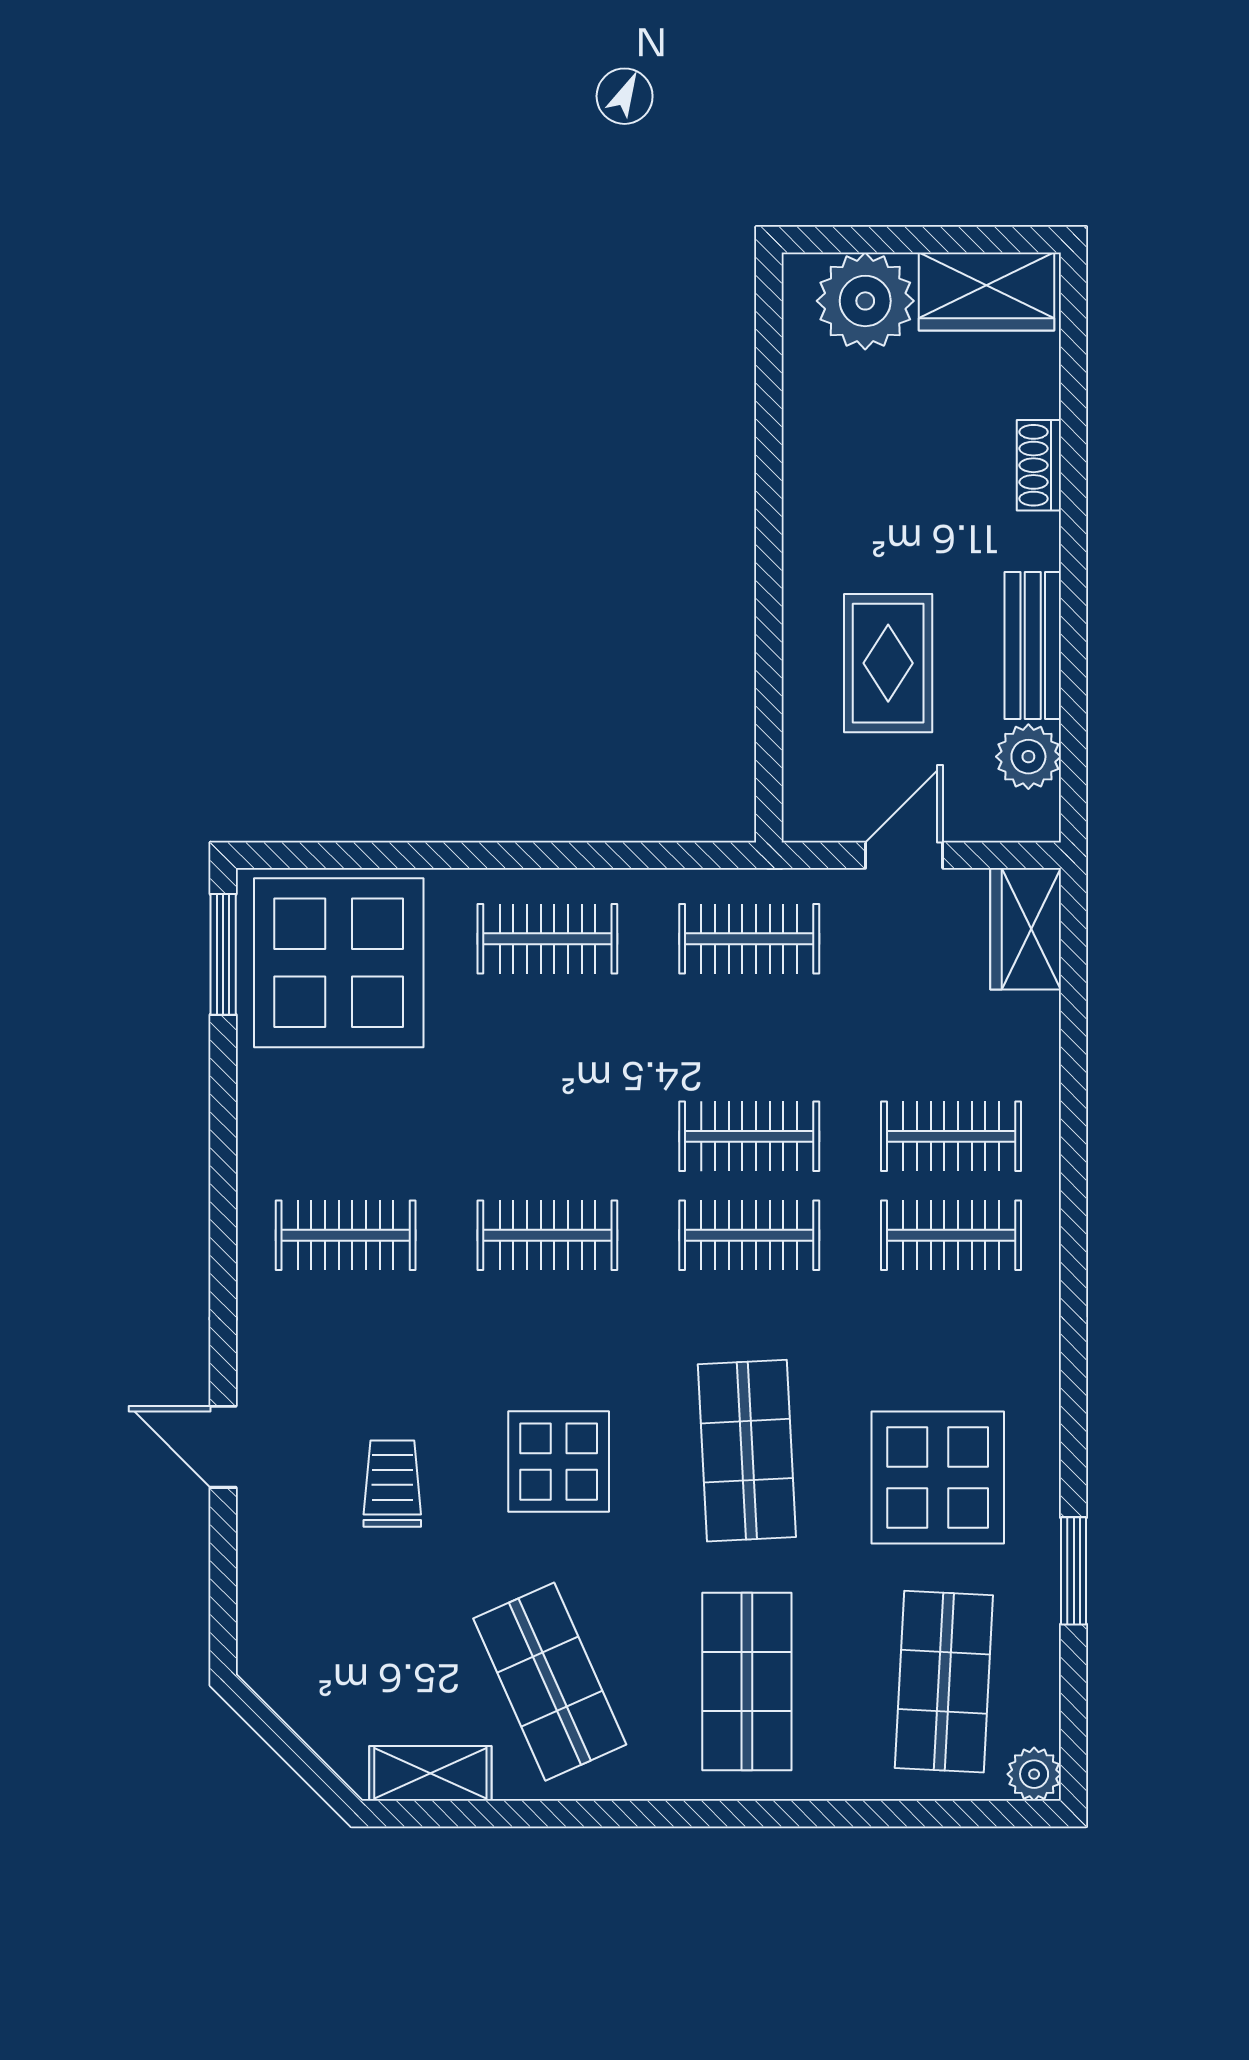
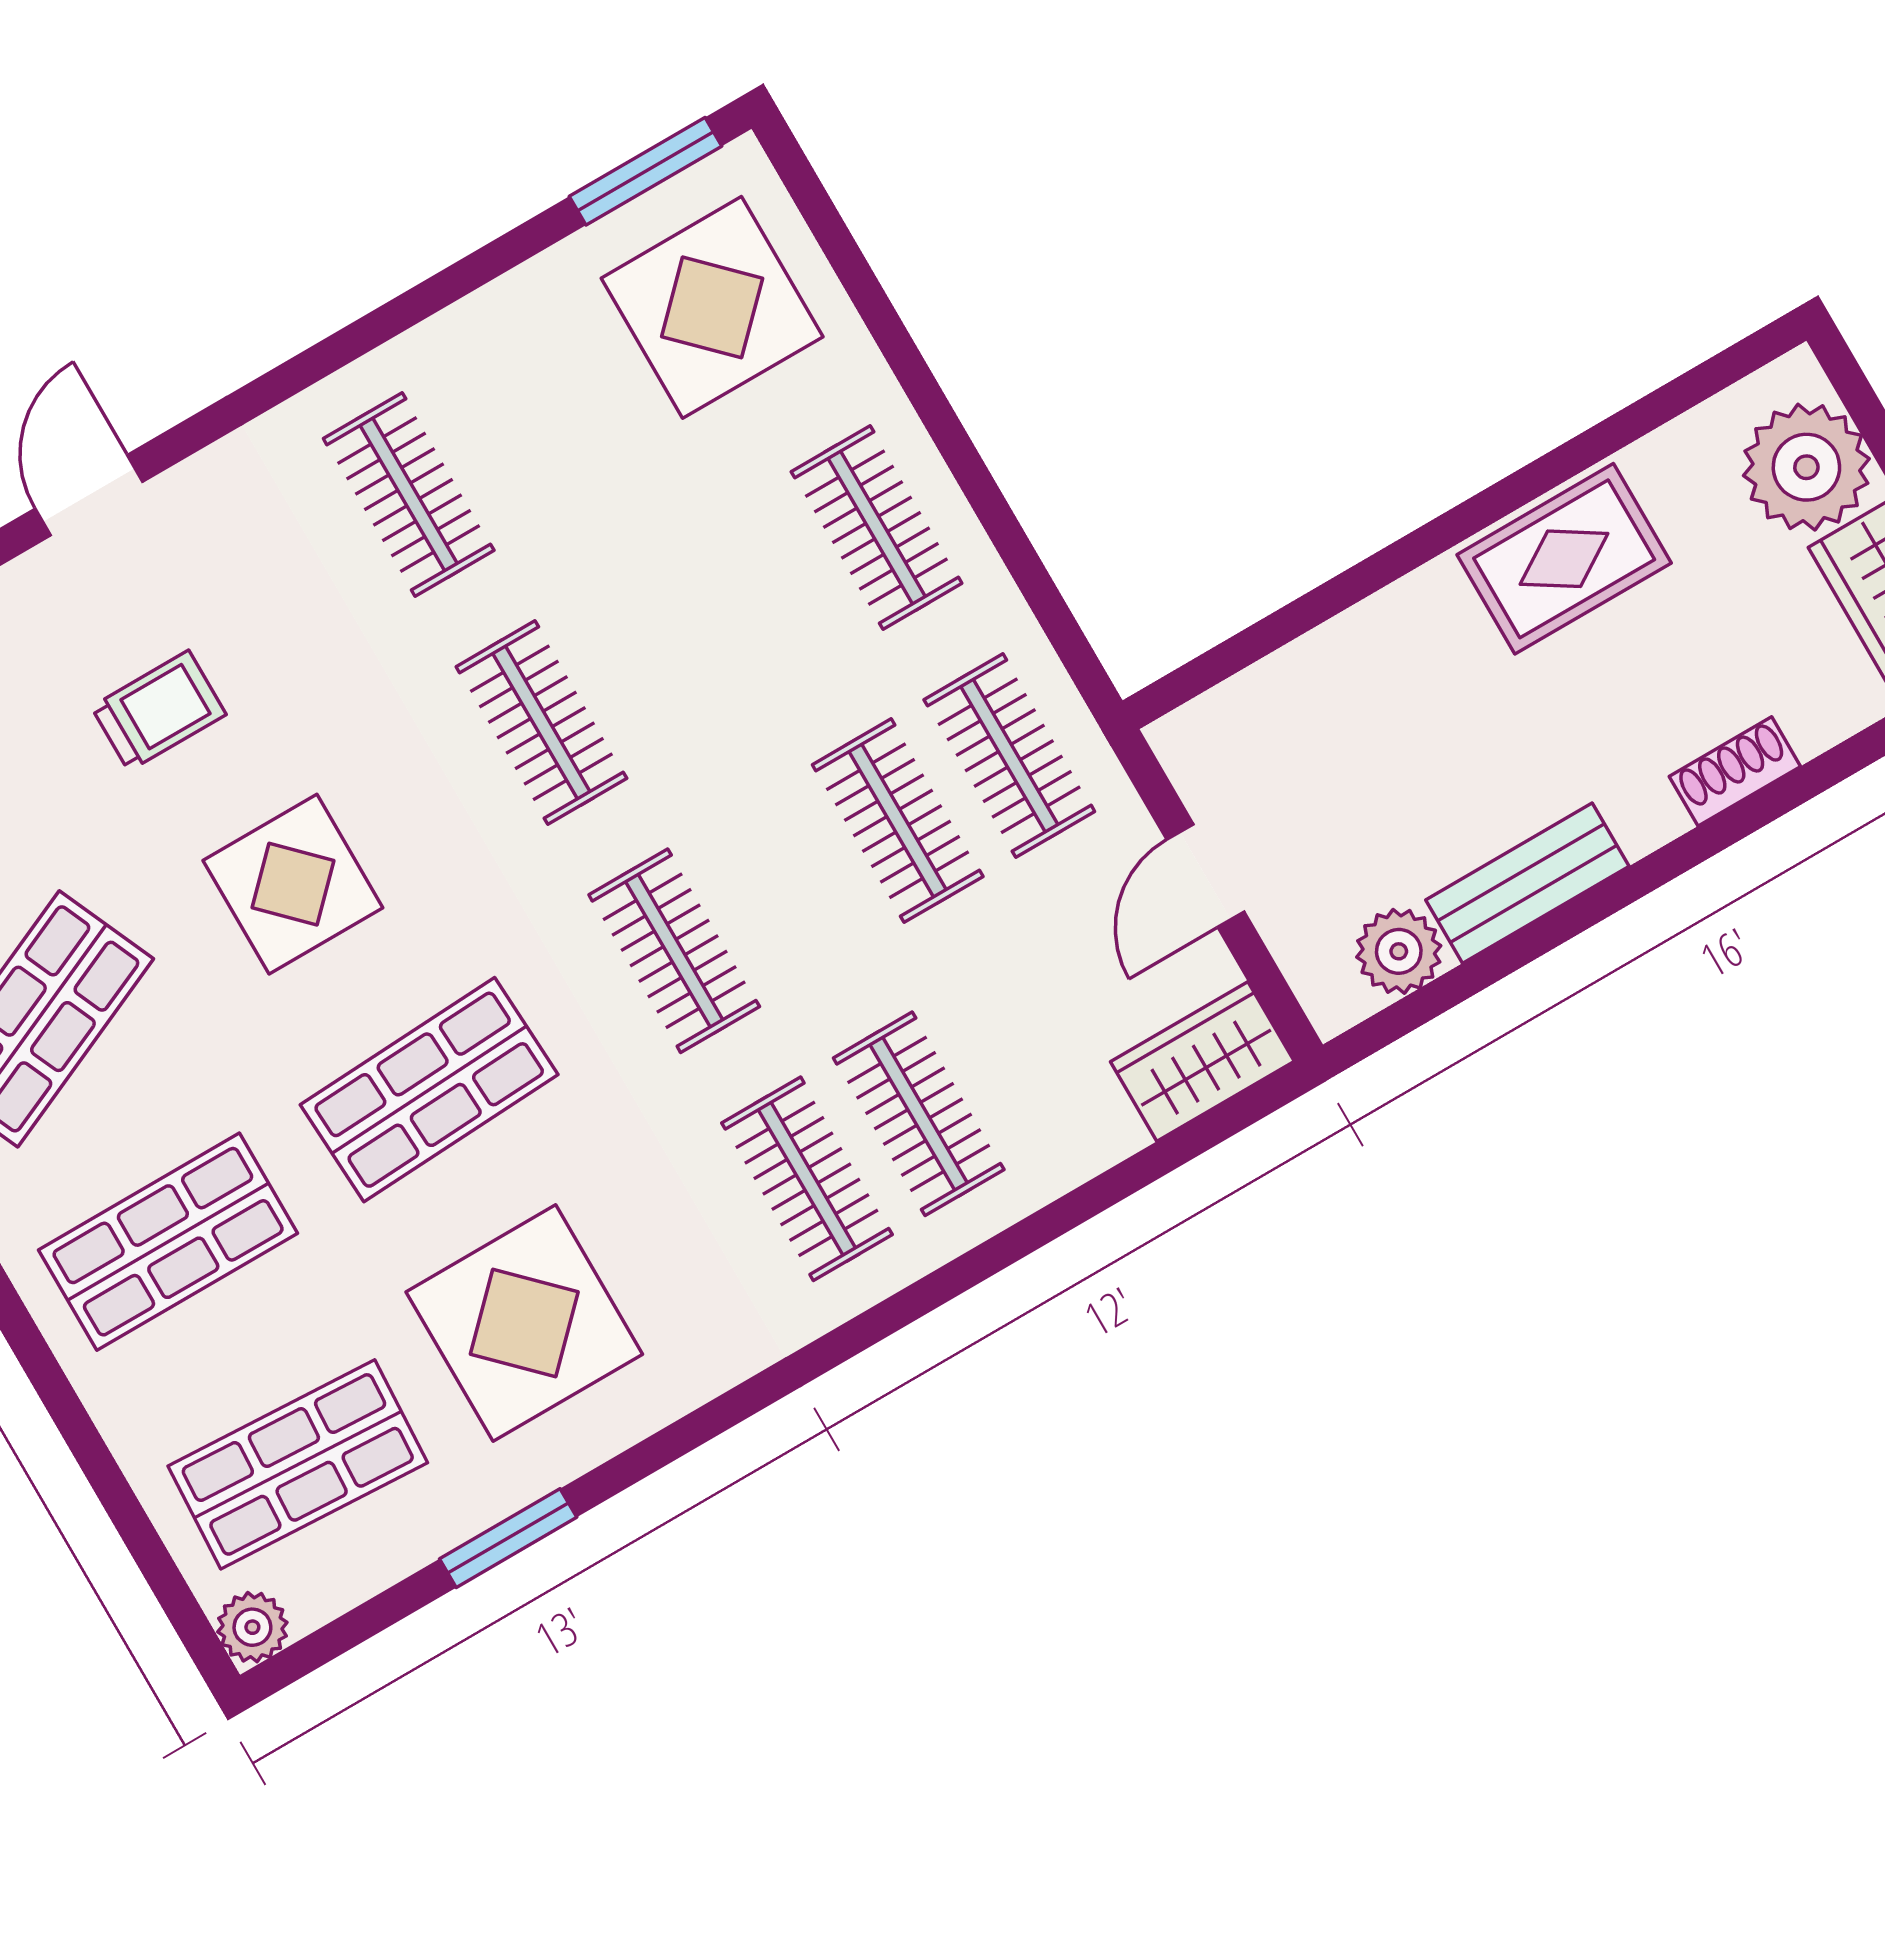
rug: (888, 663) -> (1564, 559), moved
door: (904, 855) -> (1205, 876), swing flipped
display table: (339, 963) -> (712, 307), width x0.73, depth x0.73
clothes rail: (749, 1136) -> (898, 821), moved

